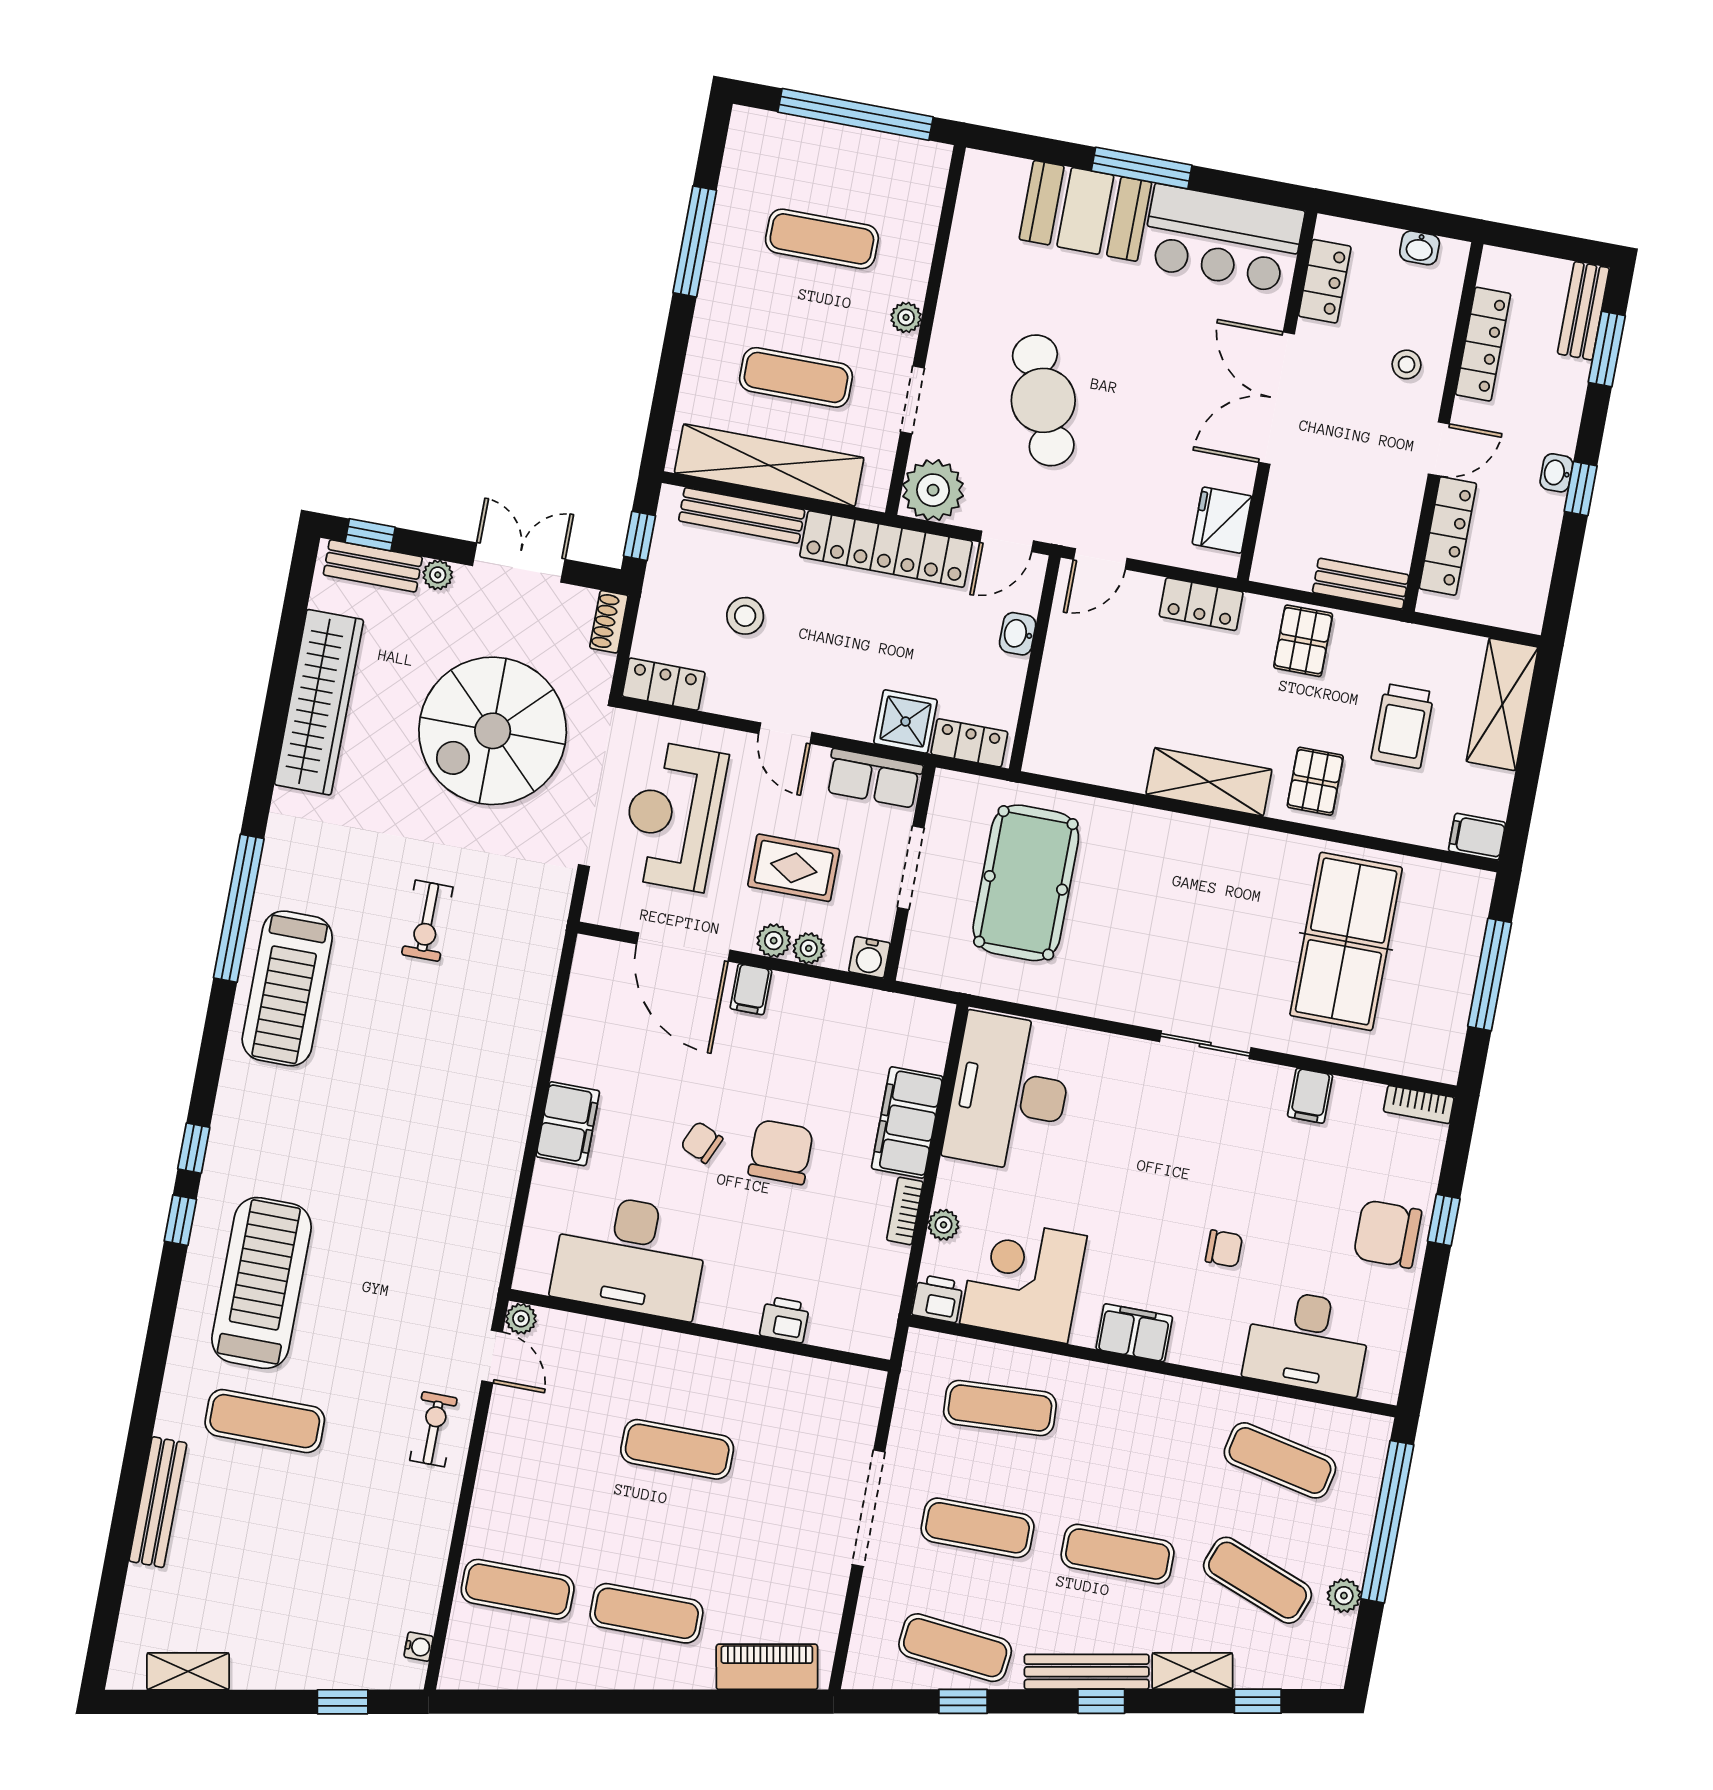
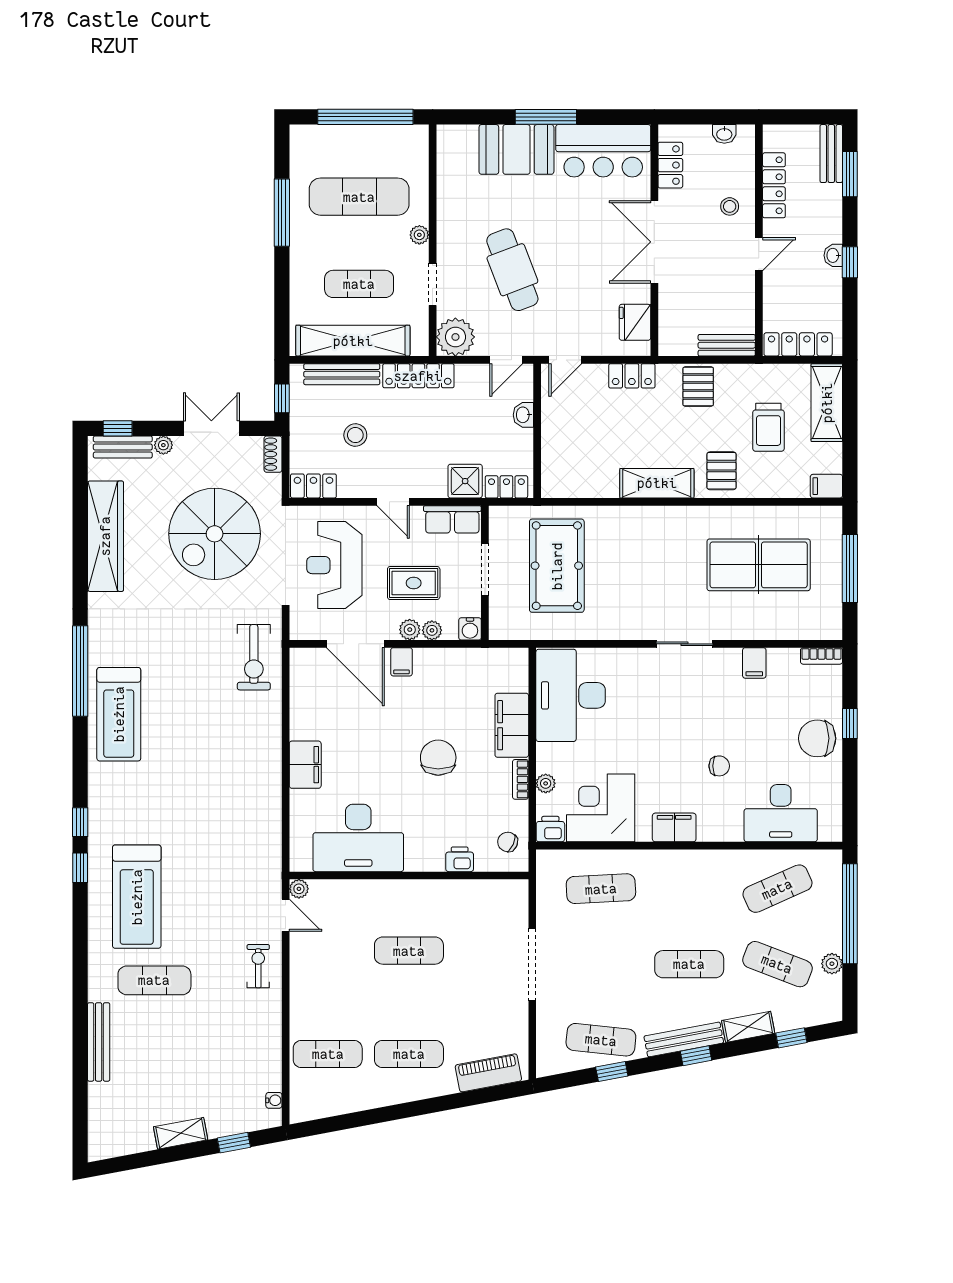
exercise mat: (822, 239) -> (359, 197), width x1.36, depth x1.45
locker: (1448, 536) -> (798, 344), moved, turned -90
locker: (886, 549) -> (418, 376), width x0.71, depth x0.83
exercise bike: (427, 921) -> (254, 657), moved, width x1.38, depth x1.39
table tennis table: (1346, 941) -> (759, 565), turned 90
chair: (702, 1142) -> (508, 842), moved
treadmill: (262, 1283) -> (137, 897), turned 180
exercise mat: (1280, 1460) -> (777, 889), turned -36
exercise mat: (978, 1528) -> (601, 964), removed
shelving: (188, 1671) -> (181, 1133), moved

